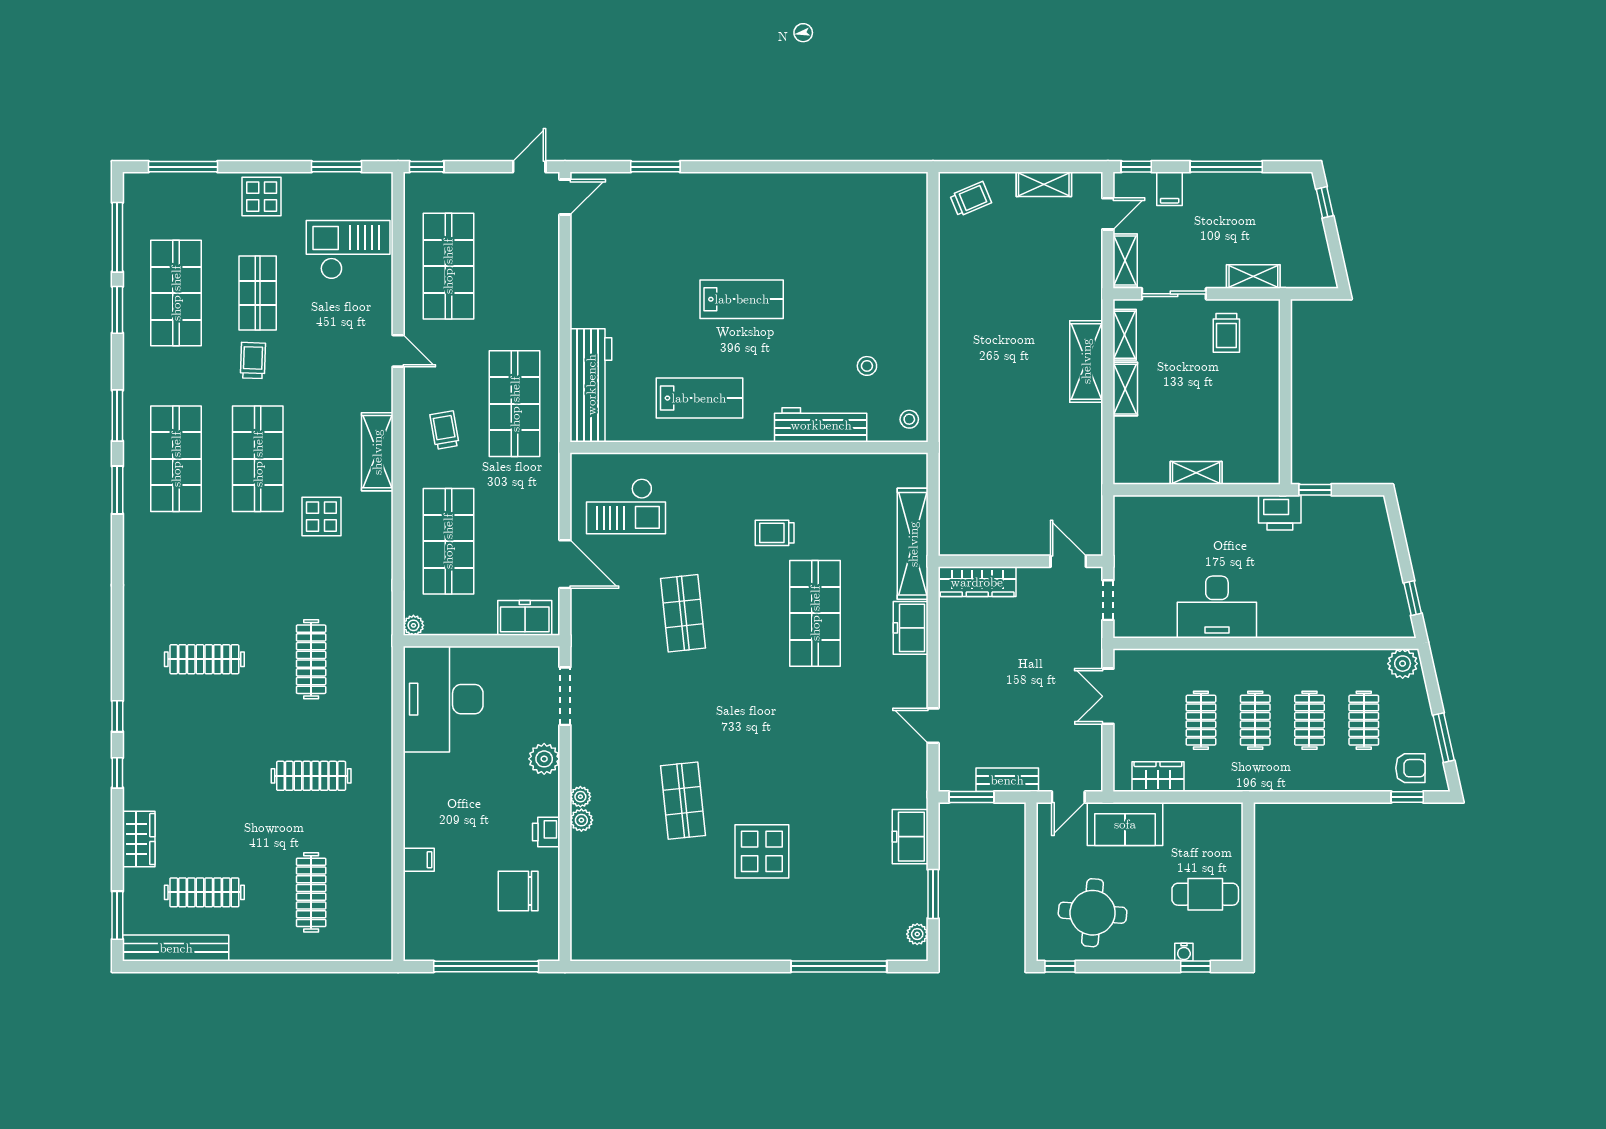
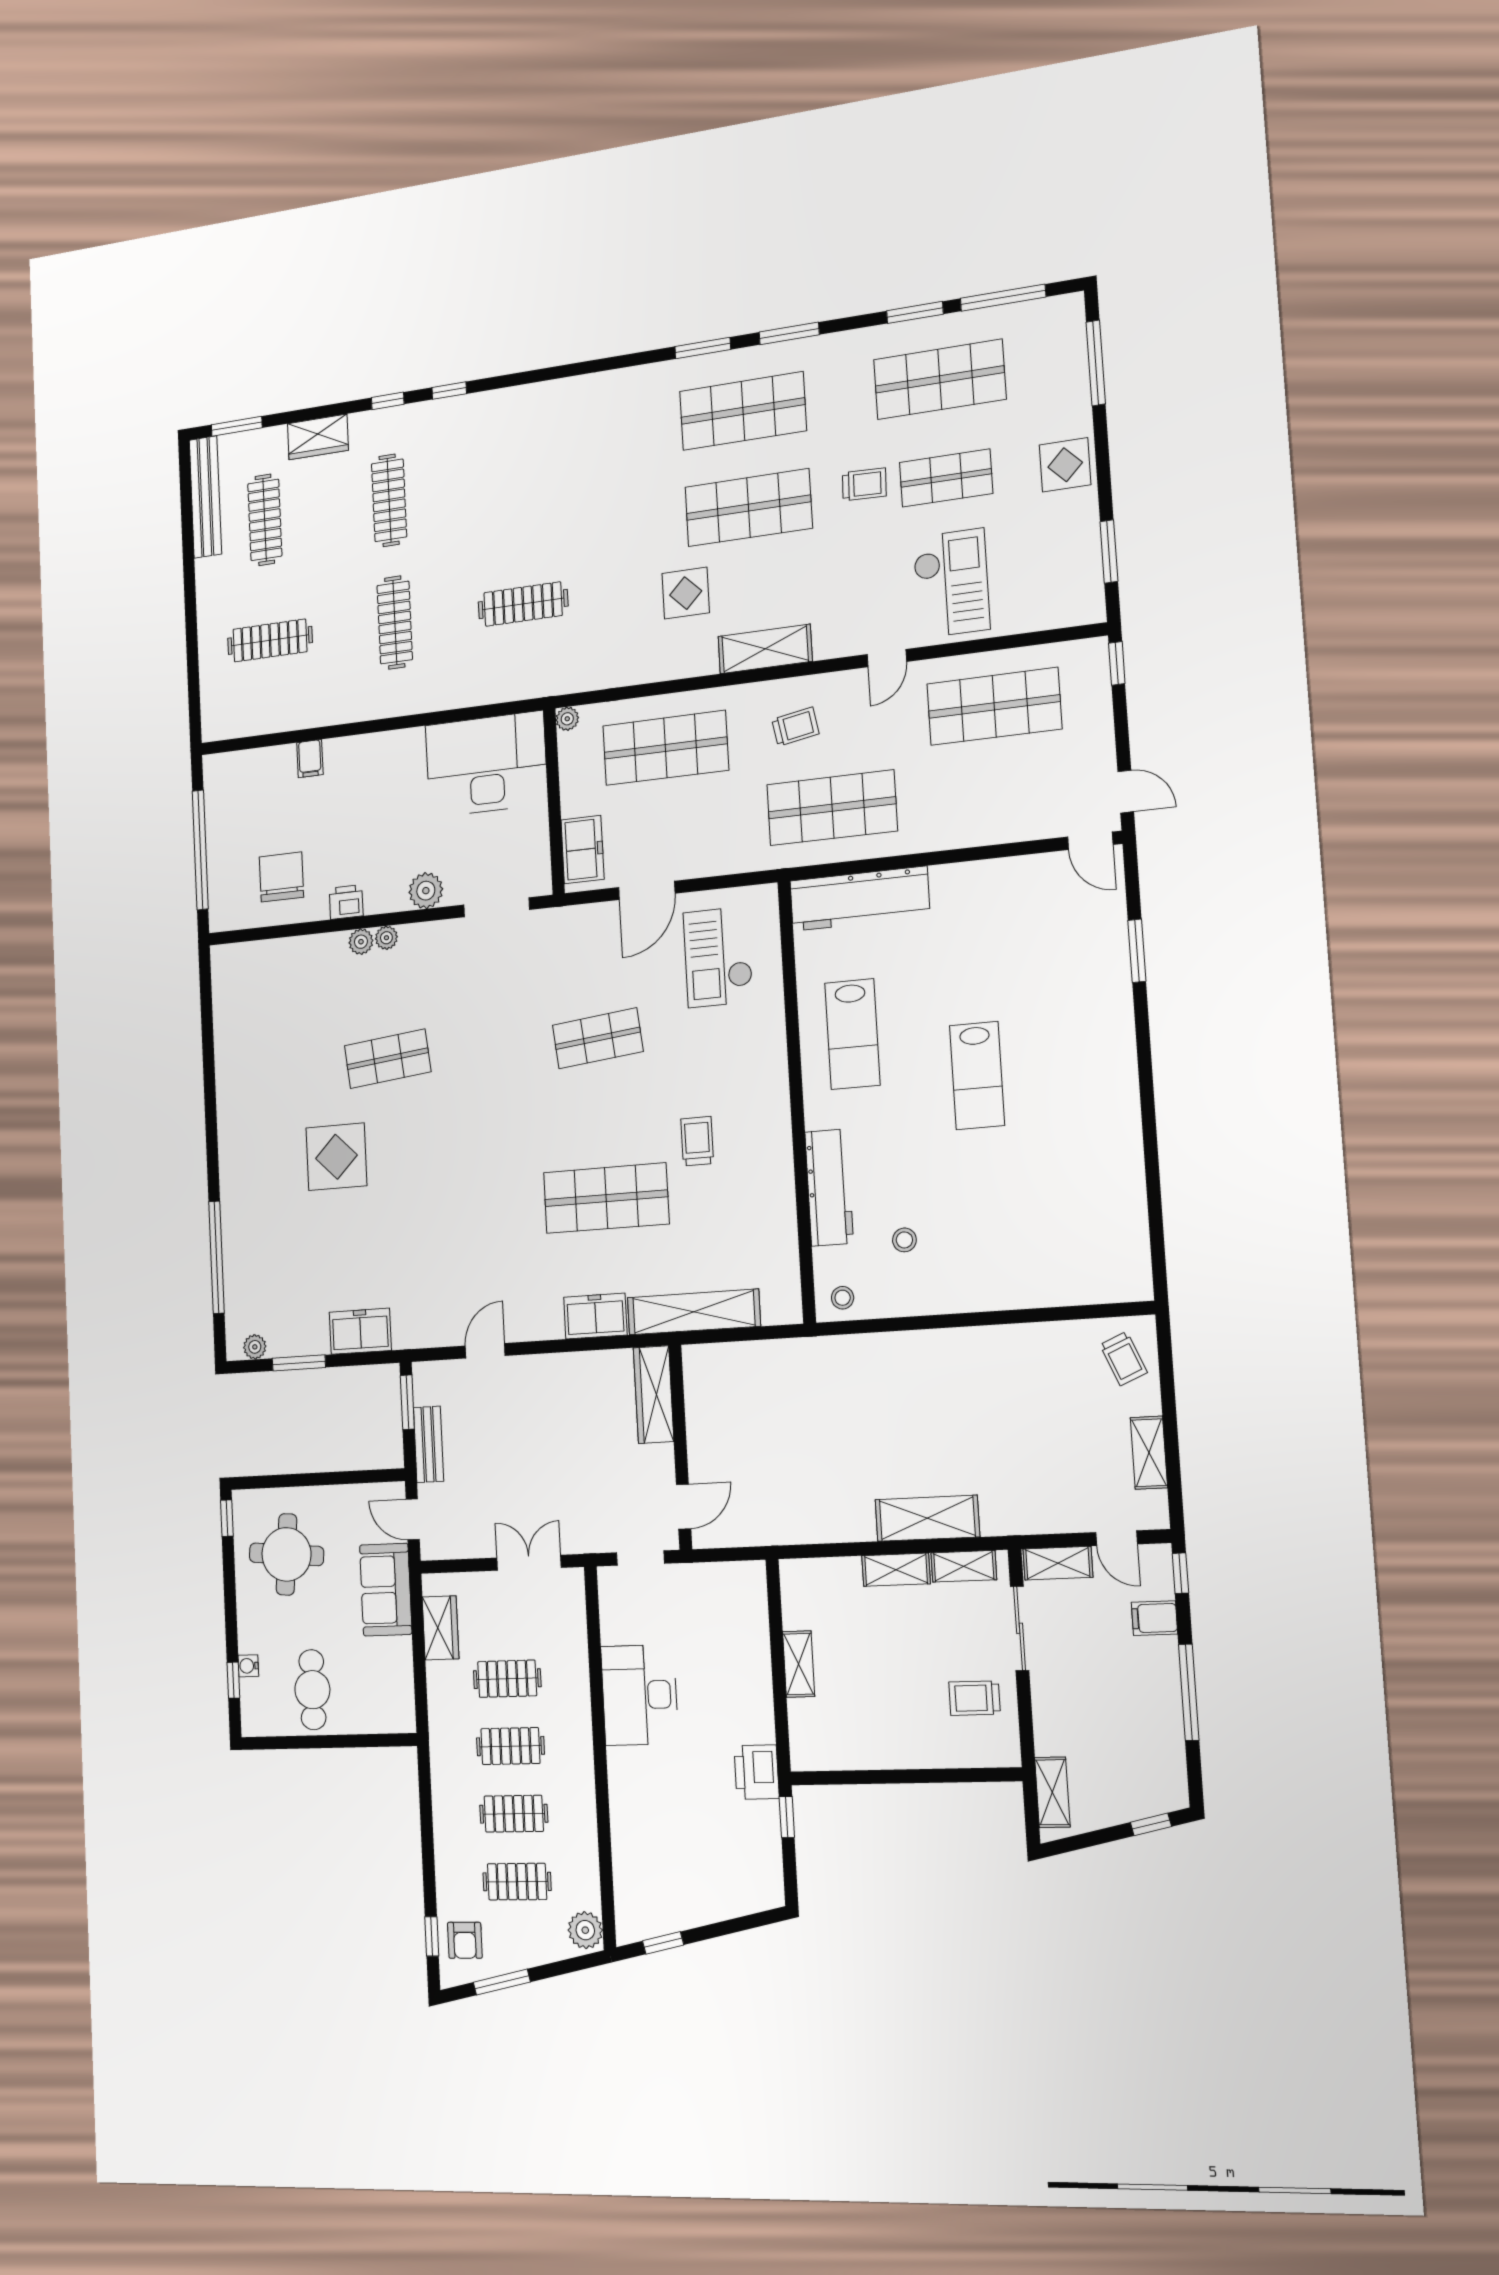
checkout: (348, 250) -> (951, 583), moved
shelving: (1253, 277) -> (1052, 1792), moved
clothes rail: (204, 659) -> (389, 500), moved

